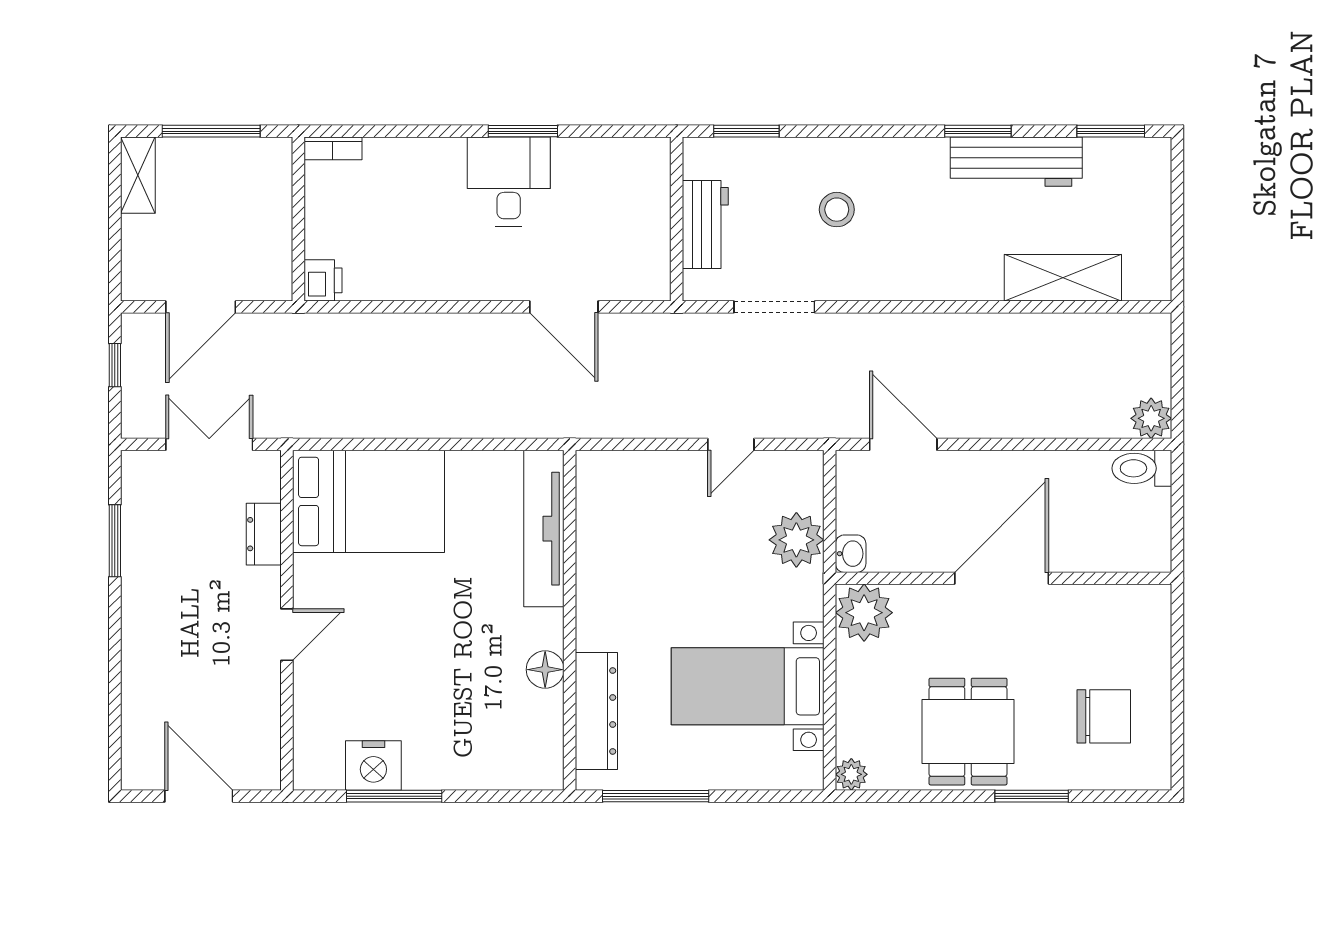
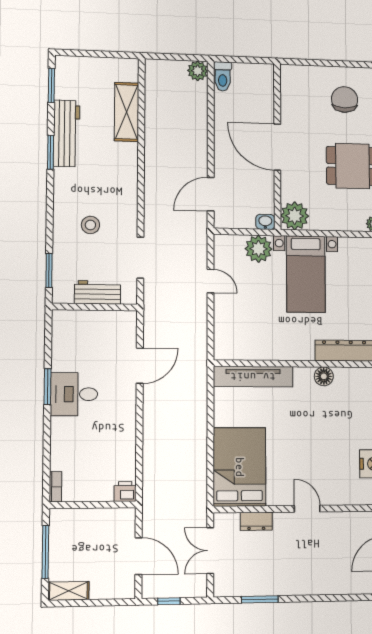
bed with nightstands: (748, 686) -> (306, 274), moved

